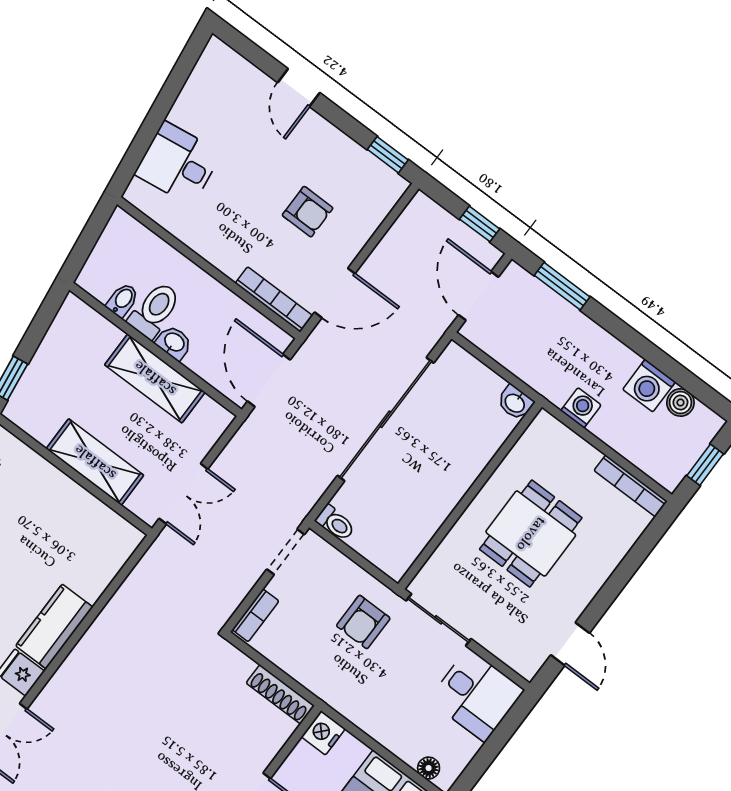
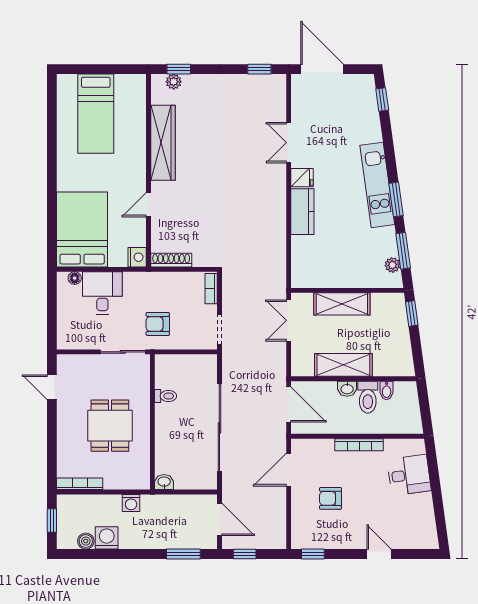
bookcase: (274, 299) -> (359, 445), moved
toilet: (335, 523) -> (166, 396), moved, turned 180
armchair: (363, 622) -> (158, 324), turned -90
desk: (476, 695) -> (102, 293), moved, turned 90

